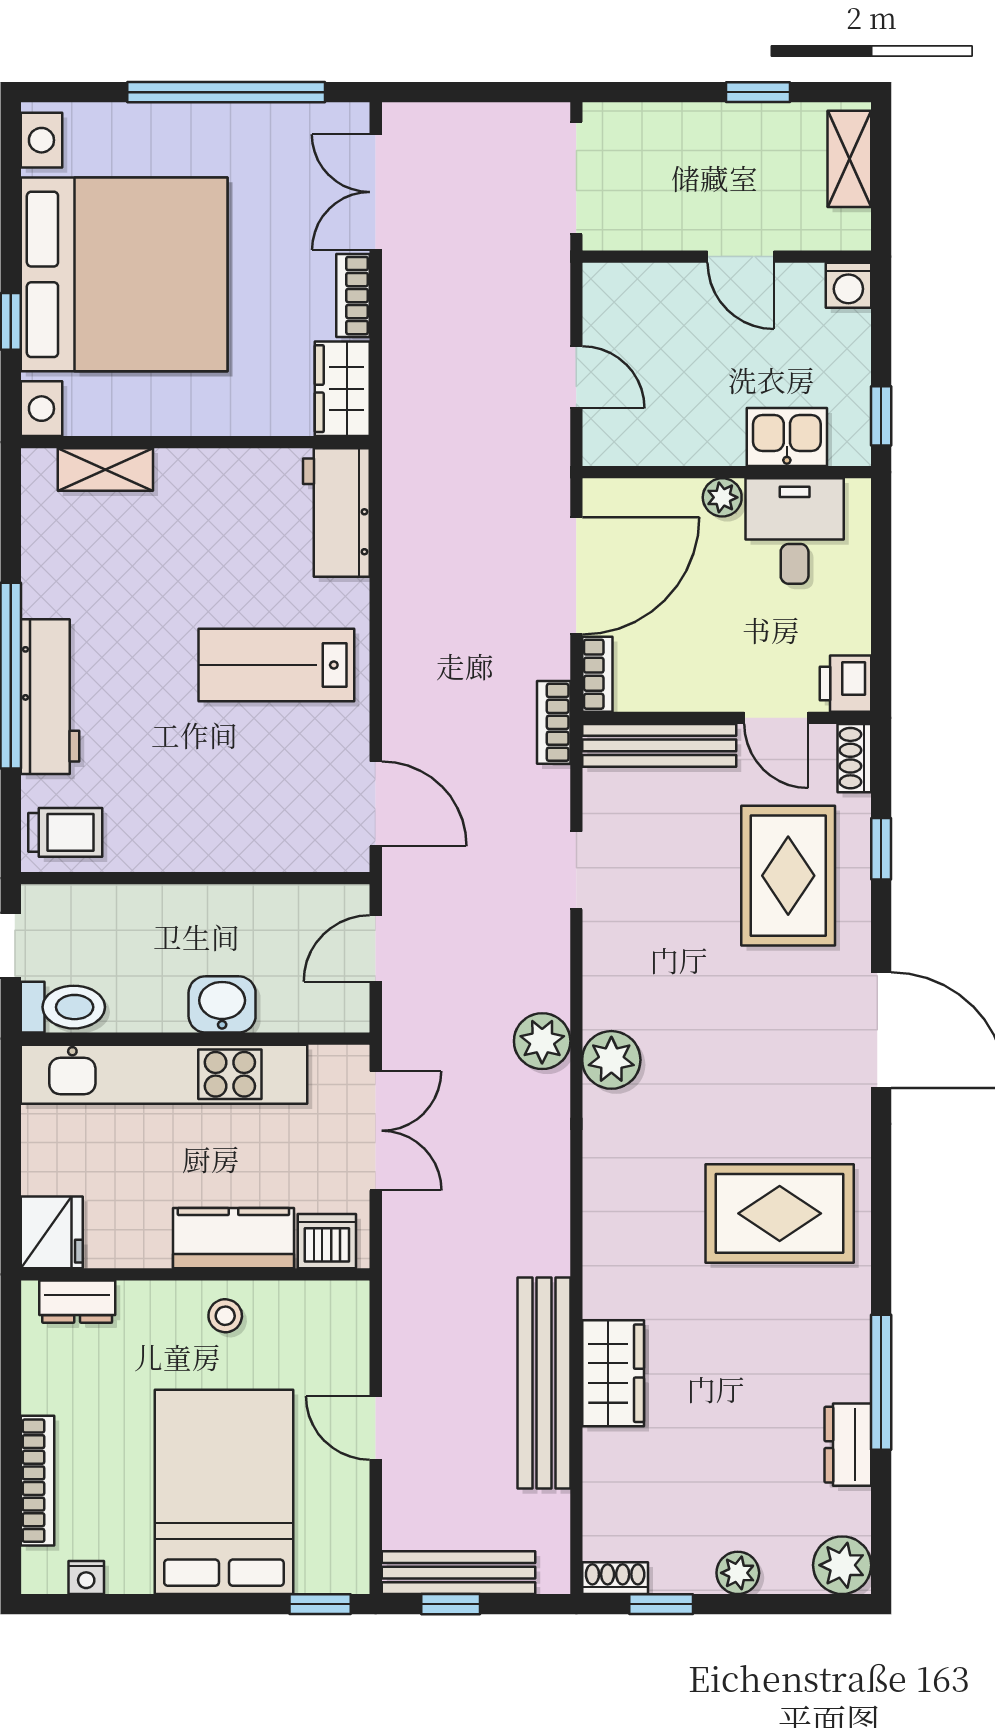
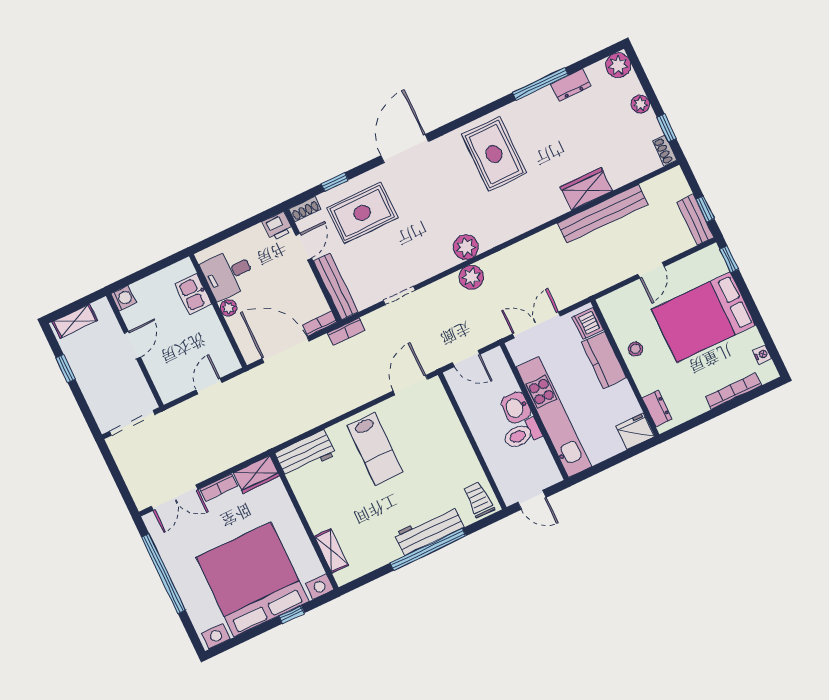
window: (881, 416) -> (168, 262), removed
toilet: (63, 1007) -> (522, 434), moved, turned -90
bench: (458, 1573) -> (695, 220), width x0.73

